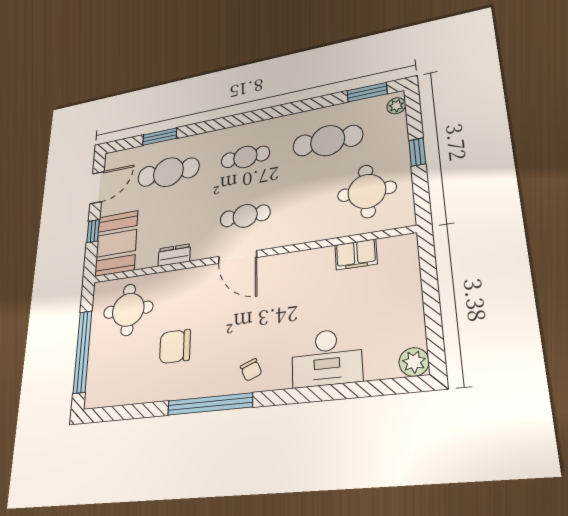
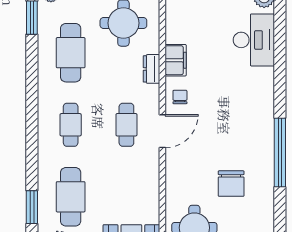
filing cabinet: (356, 254) -> (176, 60), moved
dresser: (174, 255) -> (151, 69), moved
desk: (327, 358) -> (254, 40), moved
chair: (251, 370) -> (180, 97), moved, turned -68

